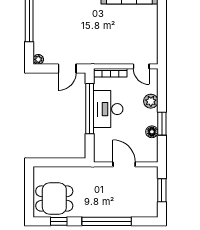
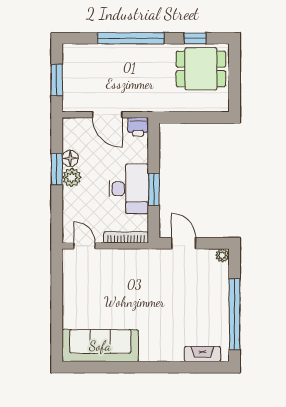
door: (67, 68) -> (184, 243), hinge flipped
plant: (151, 101) -> (72, 177), moved
window: (90, 109) -> (154, 189), width x0.47
printer: (101, 155) -> (138, 127), added

